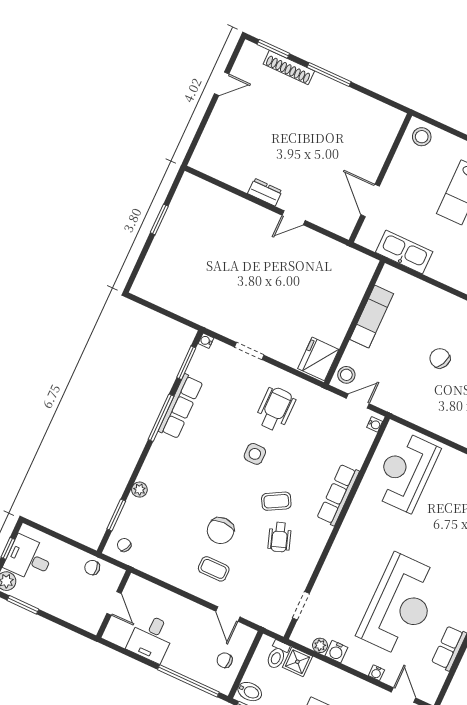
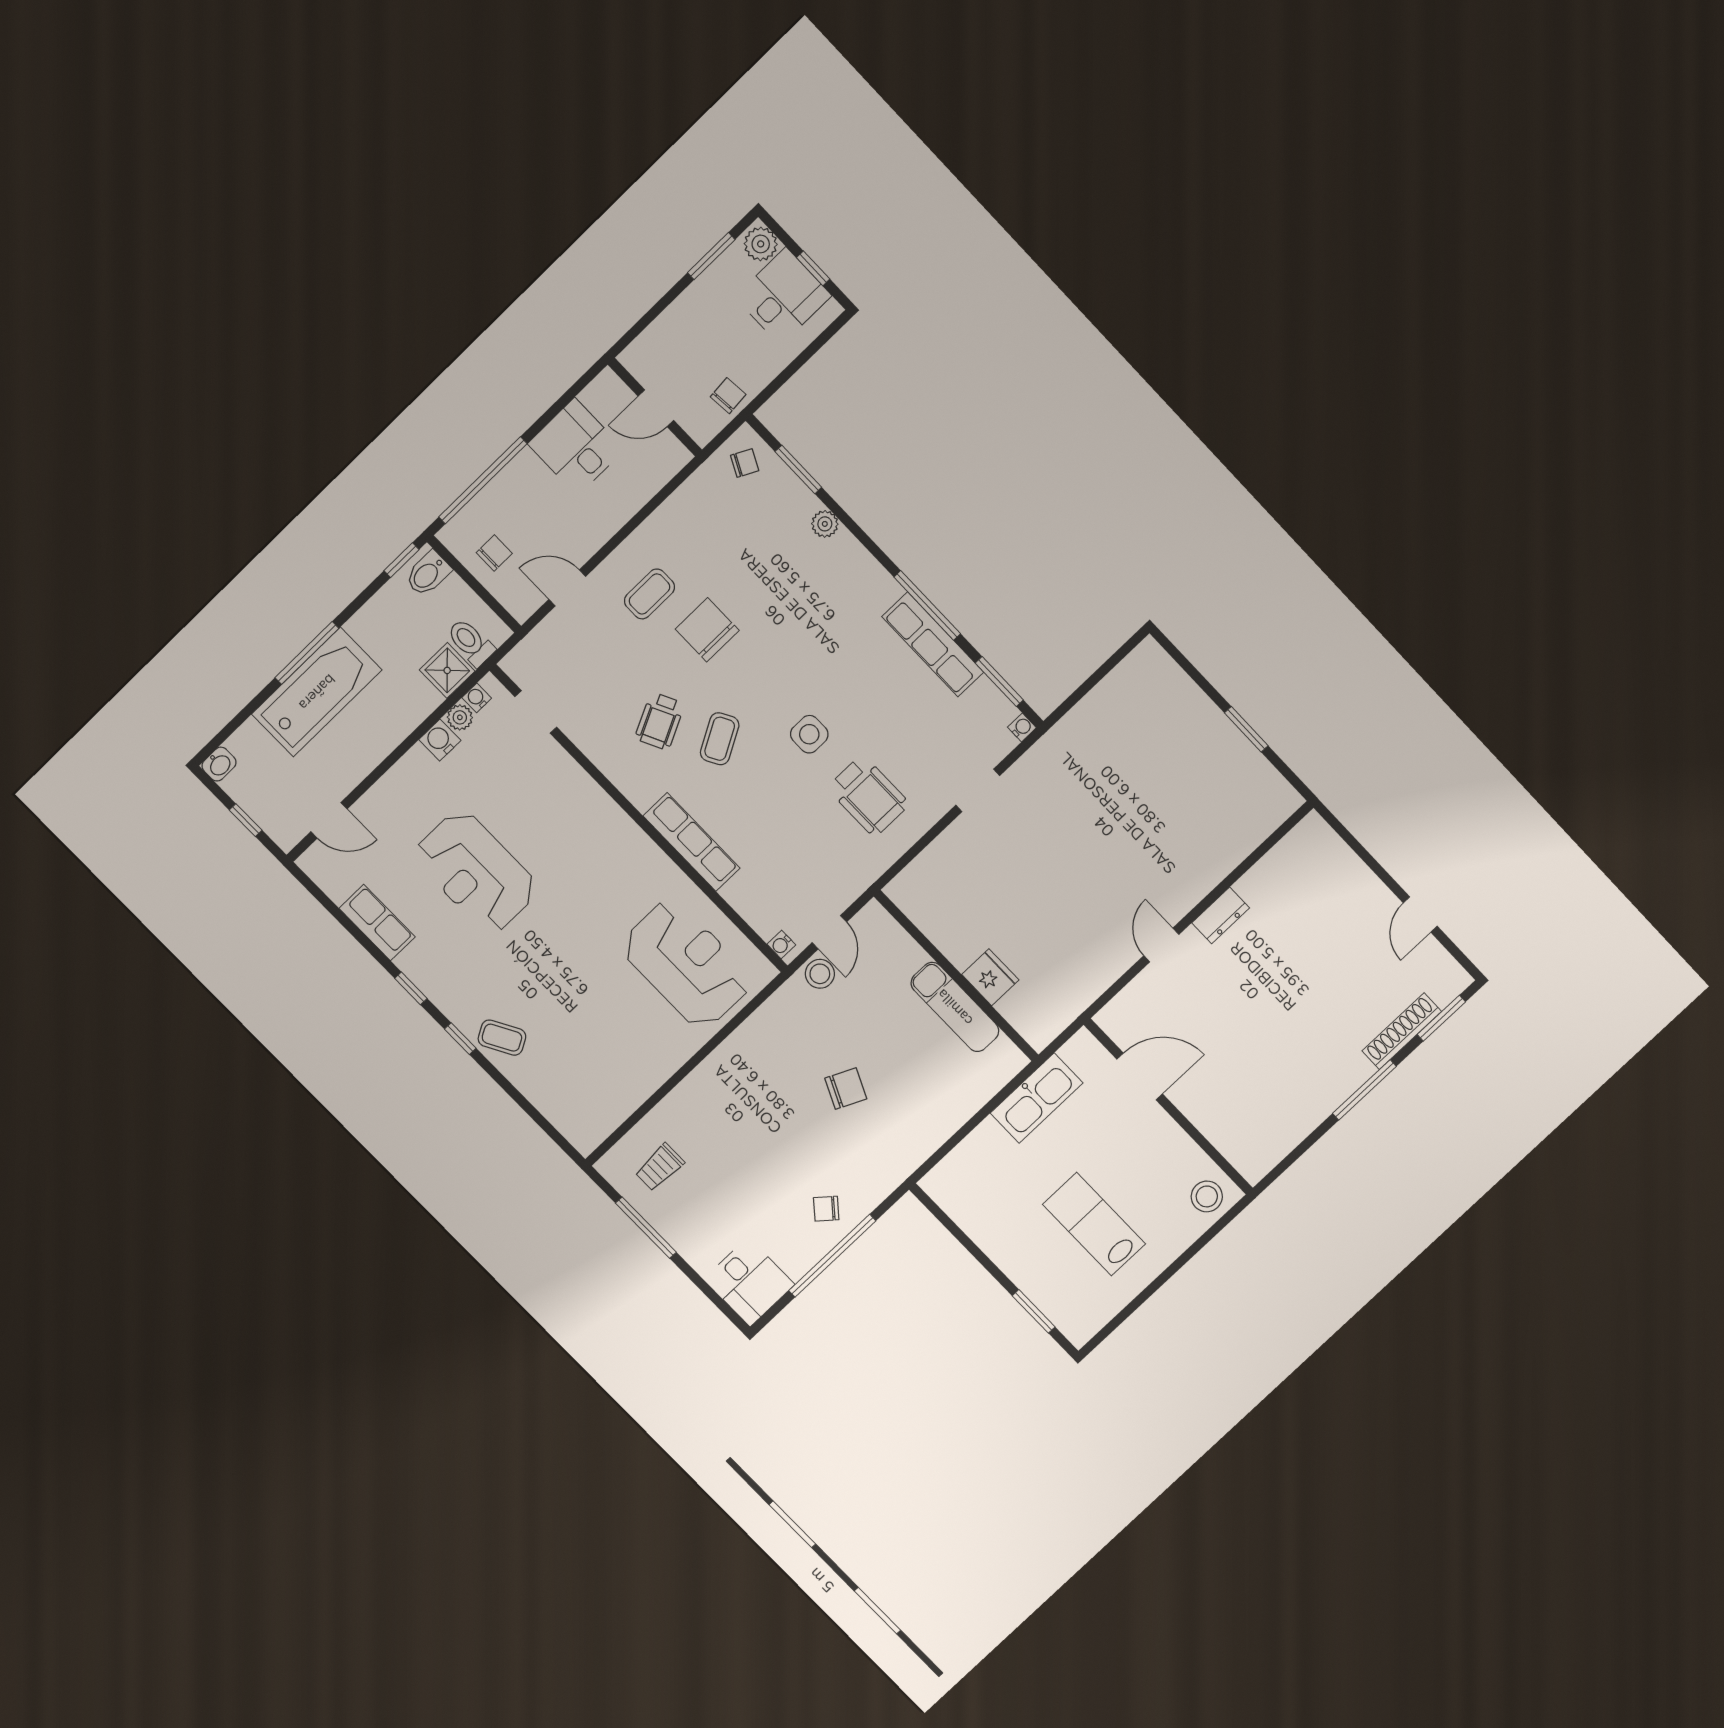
fridge: (318, 359) -> (990, 977), moved, width x0.73, depth x0.75
stool: (346, 375) -> (820, 974), moved
wheelchair: (280, 537) -> (660, 721), turned -97
reception desk: (400, 605) -> (476, 872), width x0.74, depth x0.77
water cooler: (376, 673) -> (477, 698), moved

